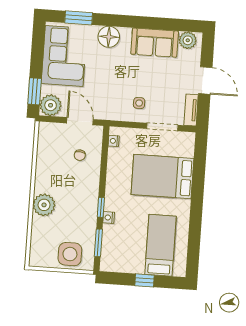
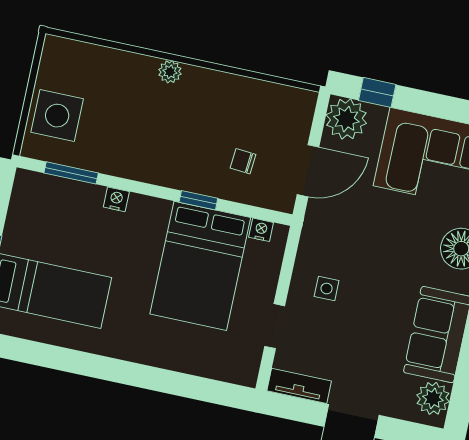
window: (35, 91) -> (377, 92), width x0.67
doorway: (162, 127) -> (275, 326), width x0.73
bed: (162, 177) -> (200, 266), moved, turned 180
plant: (44, 205) -> (170, 72), width x0.53, depth x0.53
window: (101, 207) -> (198, 200), moved

